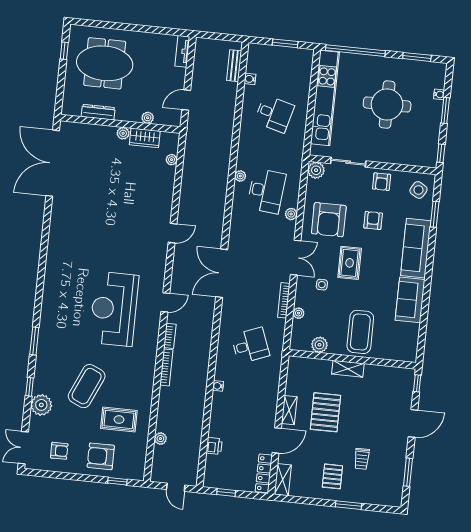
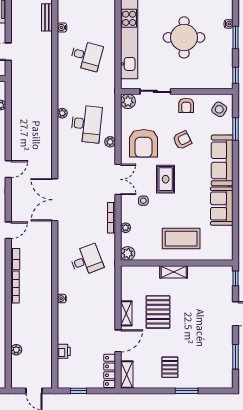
armchair: (373, 220) -> (182, 140), turned 64
coffee table: (360, 332) -> (181, 239), turned 90
plant: (319, 345) -> (128, 253), moved
trolley: (362, 459) -> (194, 349), removed

